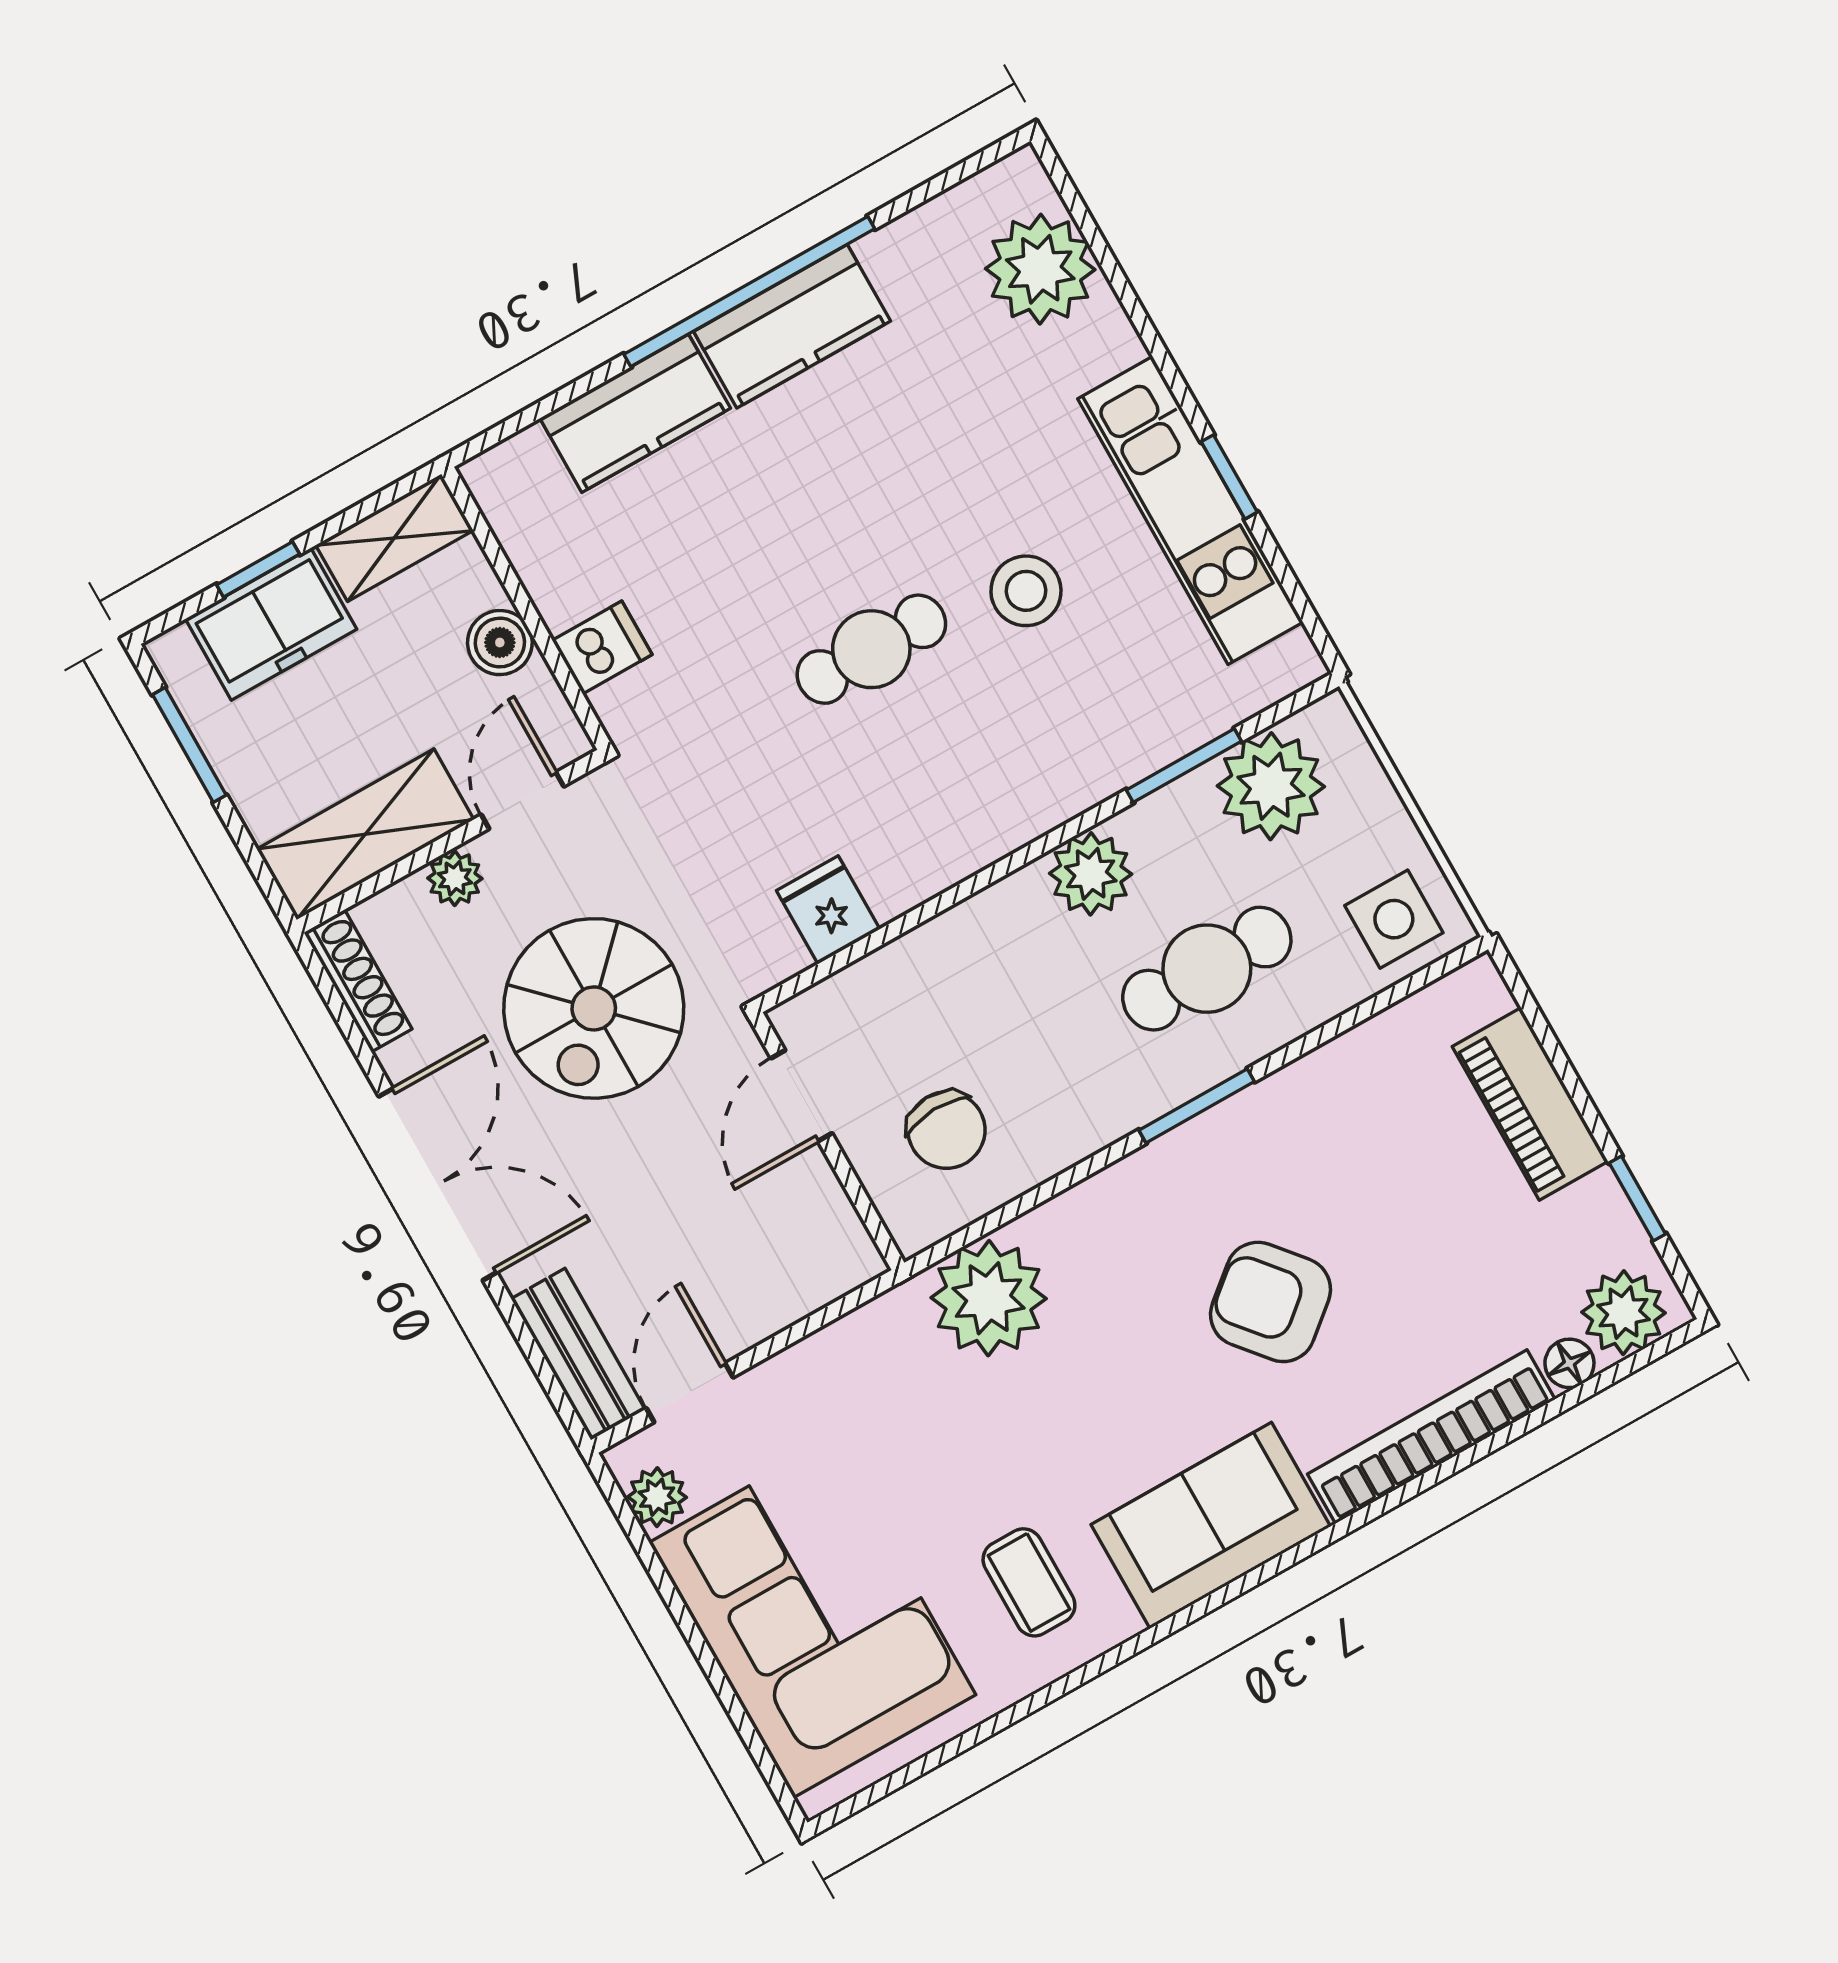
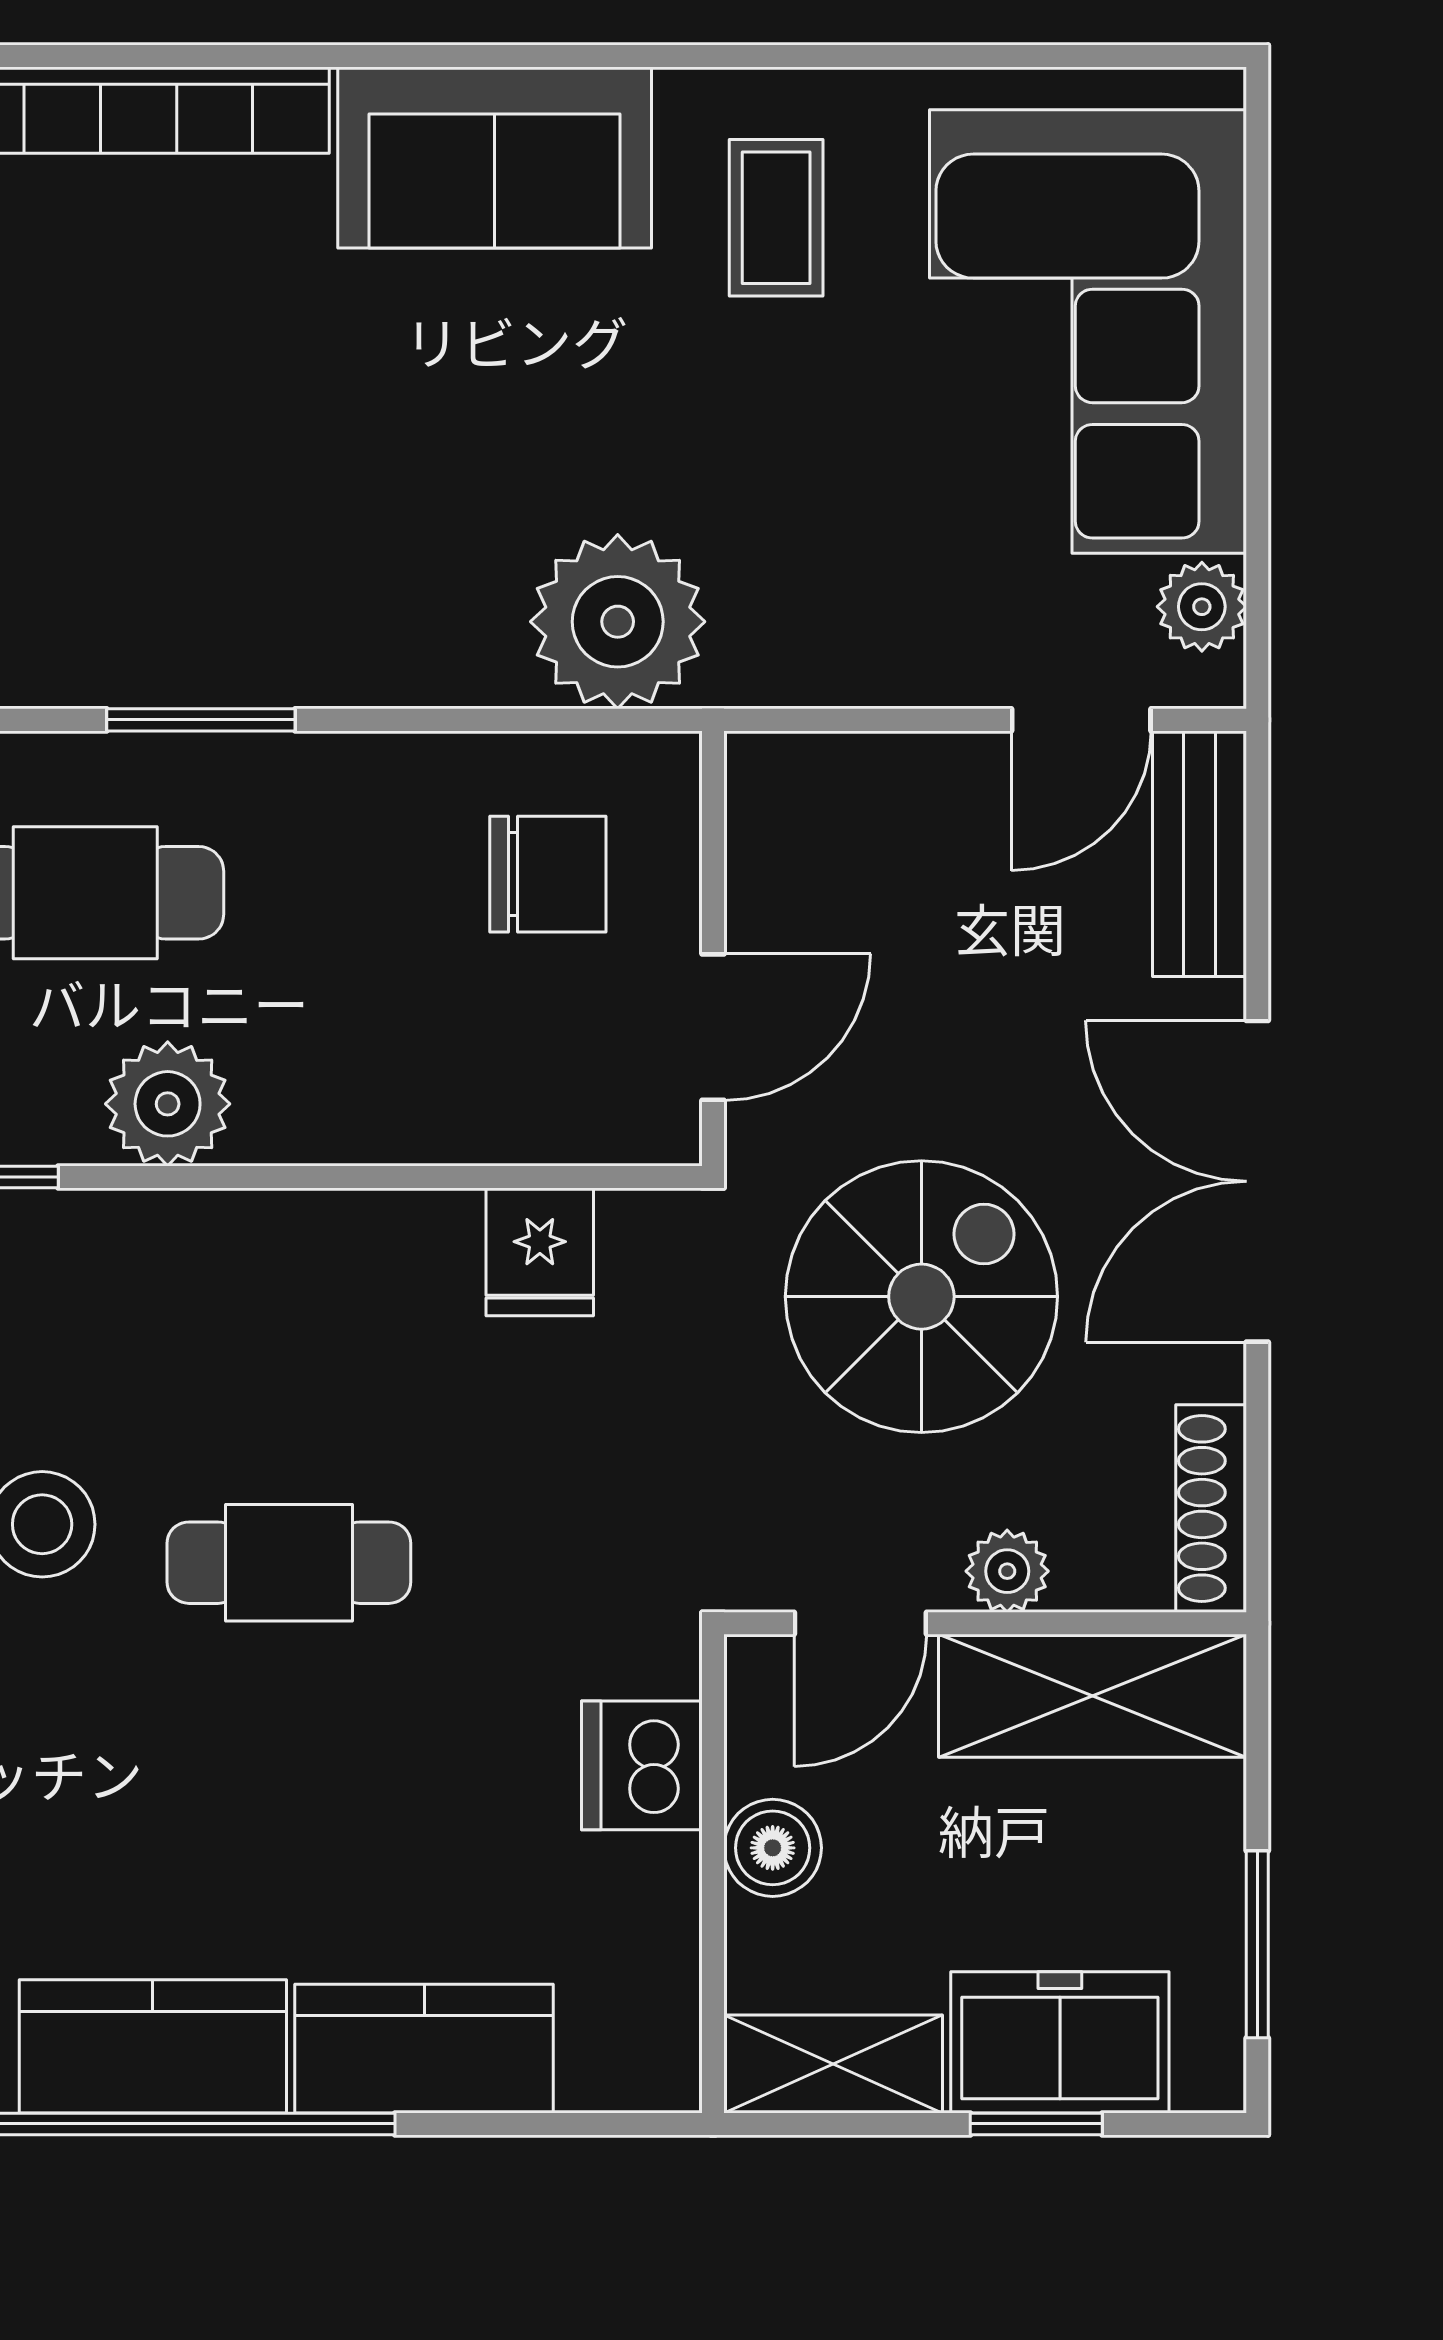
dishwasher: (602, 647) -> (642, 1765), width x1.38
chair: (947, 1130) -> (548, 874), turned 92
armchair: (1270, 1302) -> (250, 407), removed

